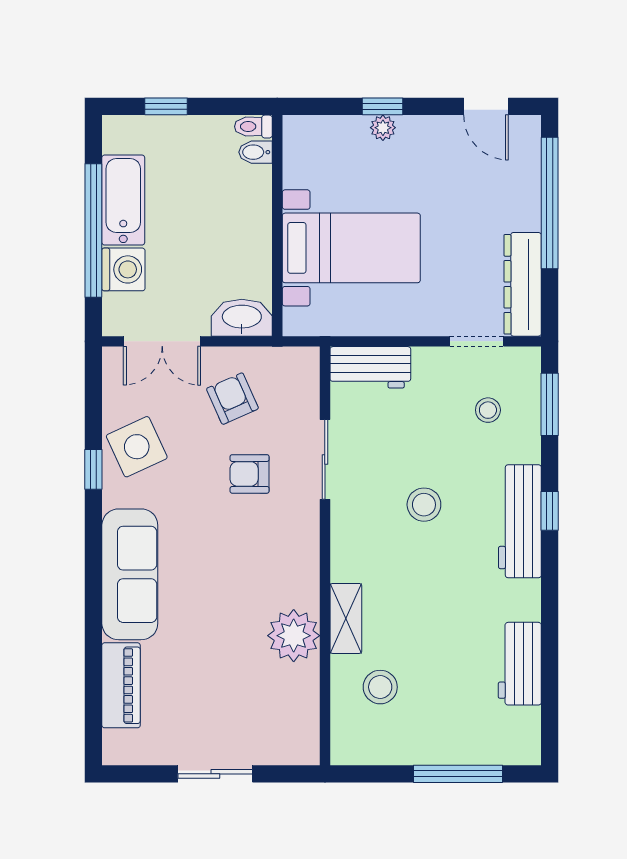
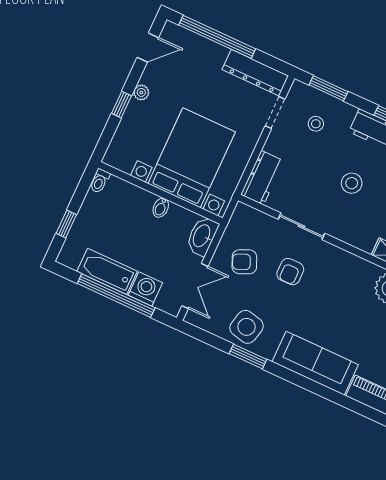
plant: (383, 128) -> (141, 92), moved
bidet: (255, 152) -> (161, 208), moved
bed with nightstands: (351, 248) -> (192, 158), width x1.36
side table: (137, 447) -> (247, 327), turned 38
window: (93, 469) -> (248, 356), width x1.50

